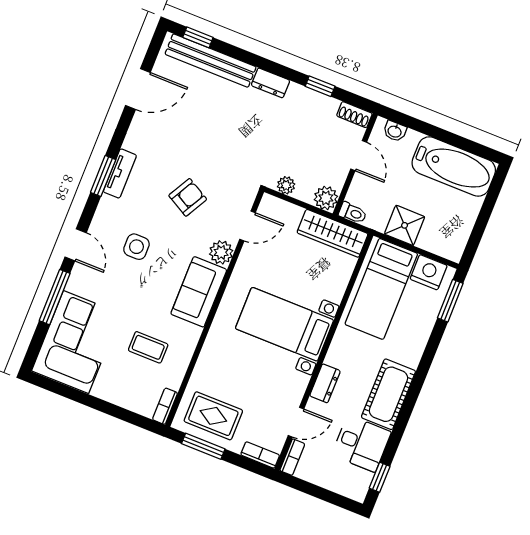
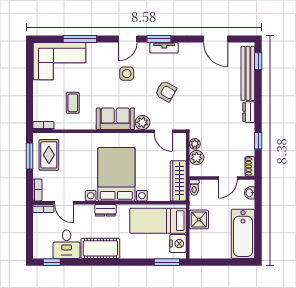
plant: (326, 198) -> (197, 158), moved
door: (76, 245) -> (128, 39), moved
bed with nightstands: (284, 324) -> (116, 174), width x1.36
dresser: (325, 383) -> (105, 210), moved

